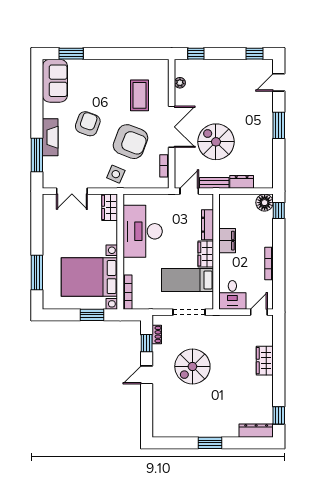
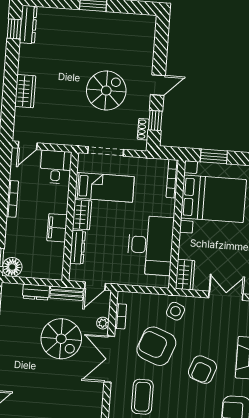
plant: (180, 83) -> (103, 323), moved
dresser: (256, 431) -> (28, 24), moved, turned -90

